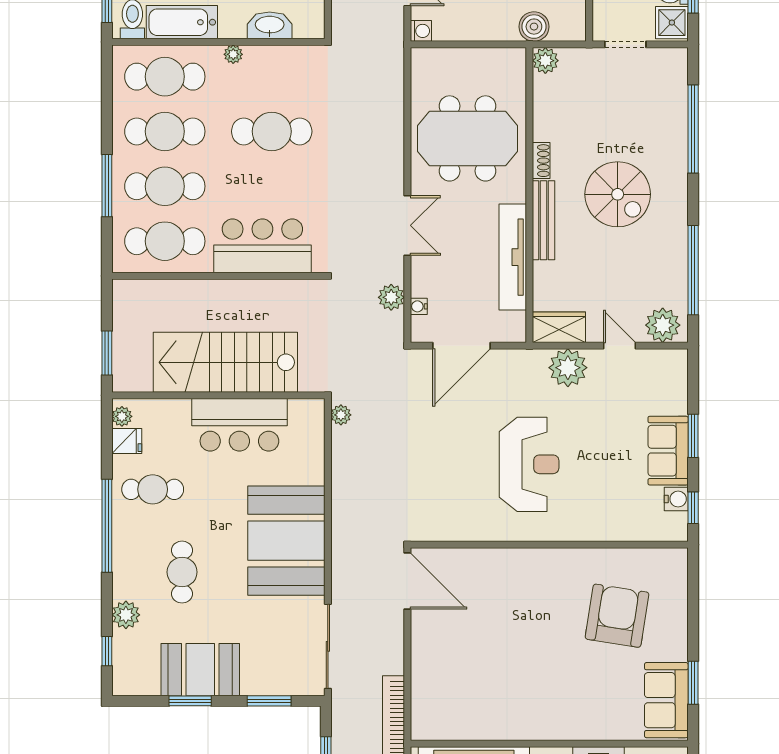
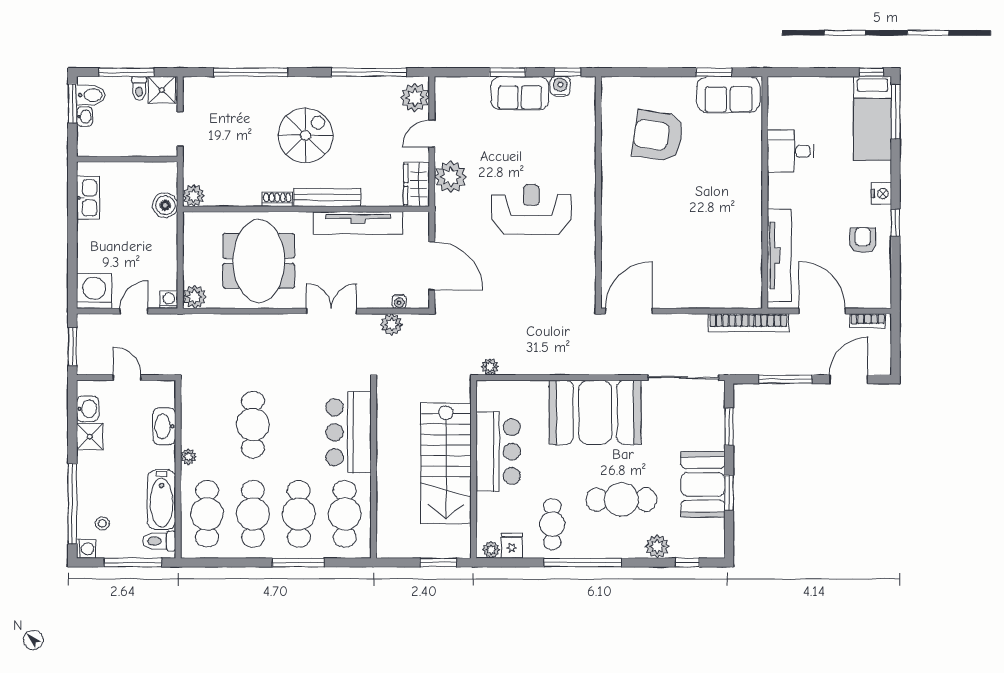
plant: (424, 62) -> (194, 297), added
cafe table: (182, 572) -> (621, 500), width x1.37, depth x1.35

